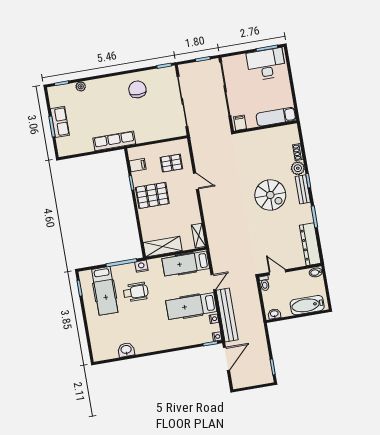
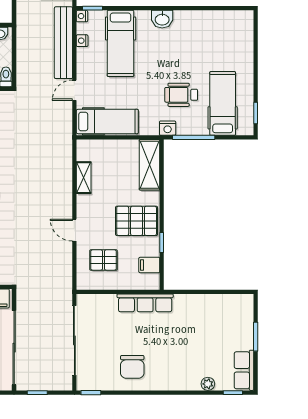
row of seats: (60, 122) -> (244, 370), moved
row of seats: (114, 141) -> (145, 303), moved
shelving: (199, 236) -> (84, 178), moved
shelving: (163, 247) -> (150, 165), moved, turned 90
hospital bed: (191, 306) -> (121, 43), moved, turned 90
washbasin: (126, 350) -> (162, 19), moved

